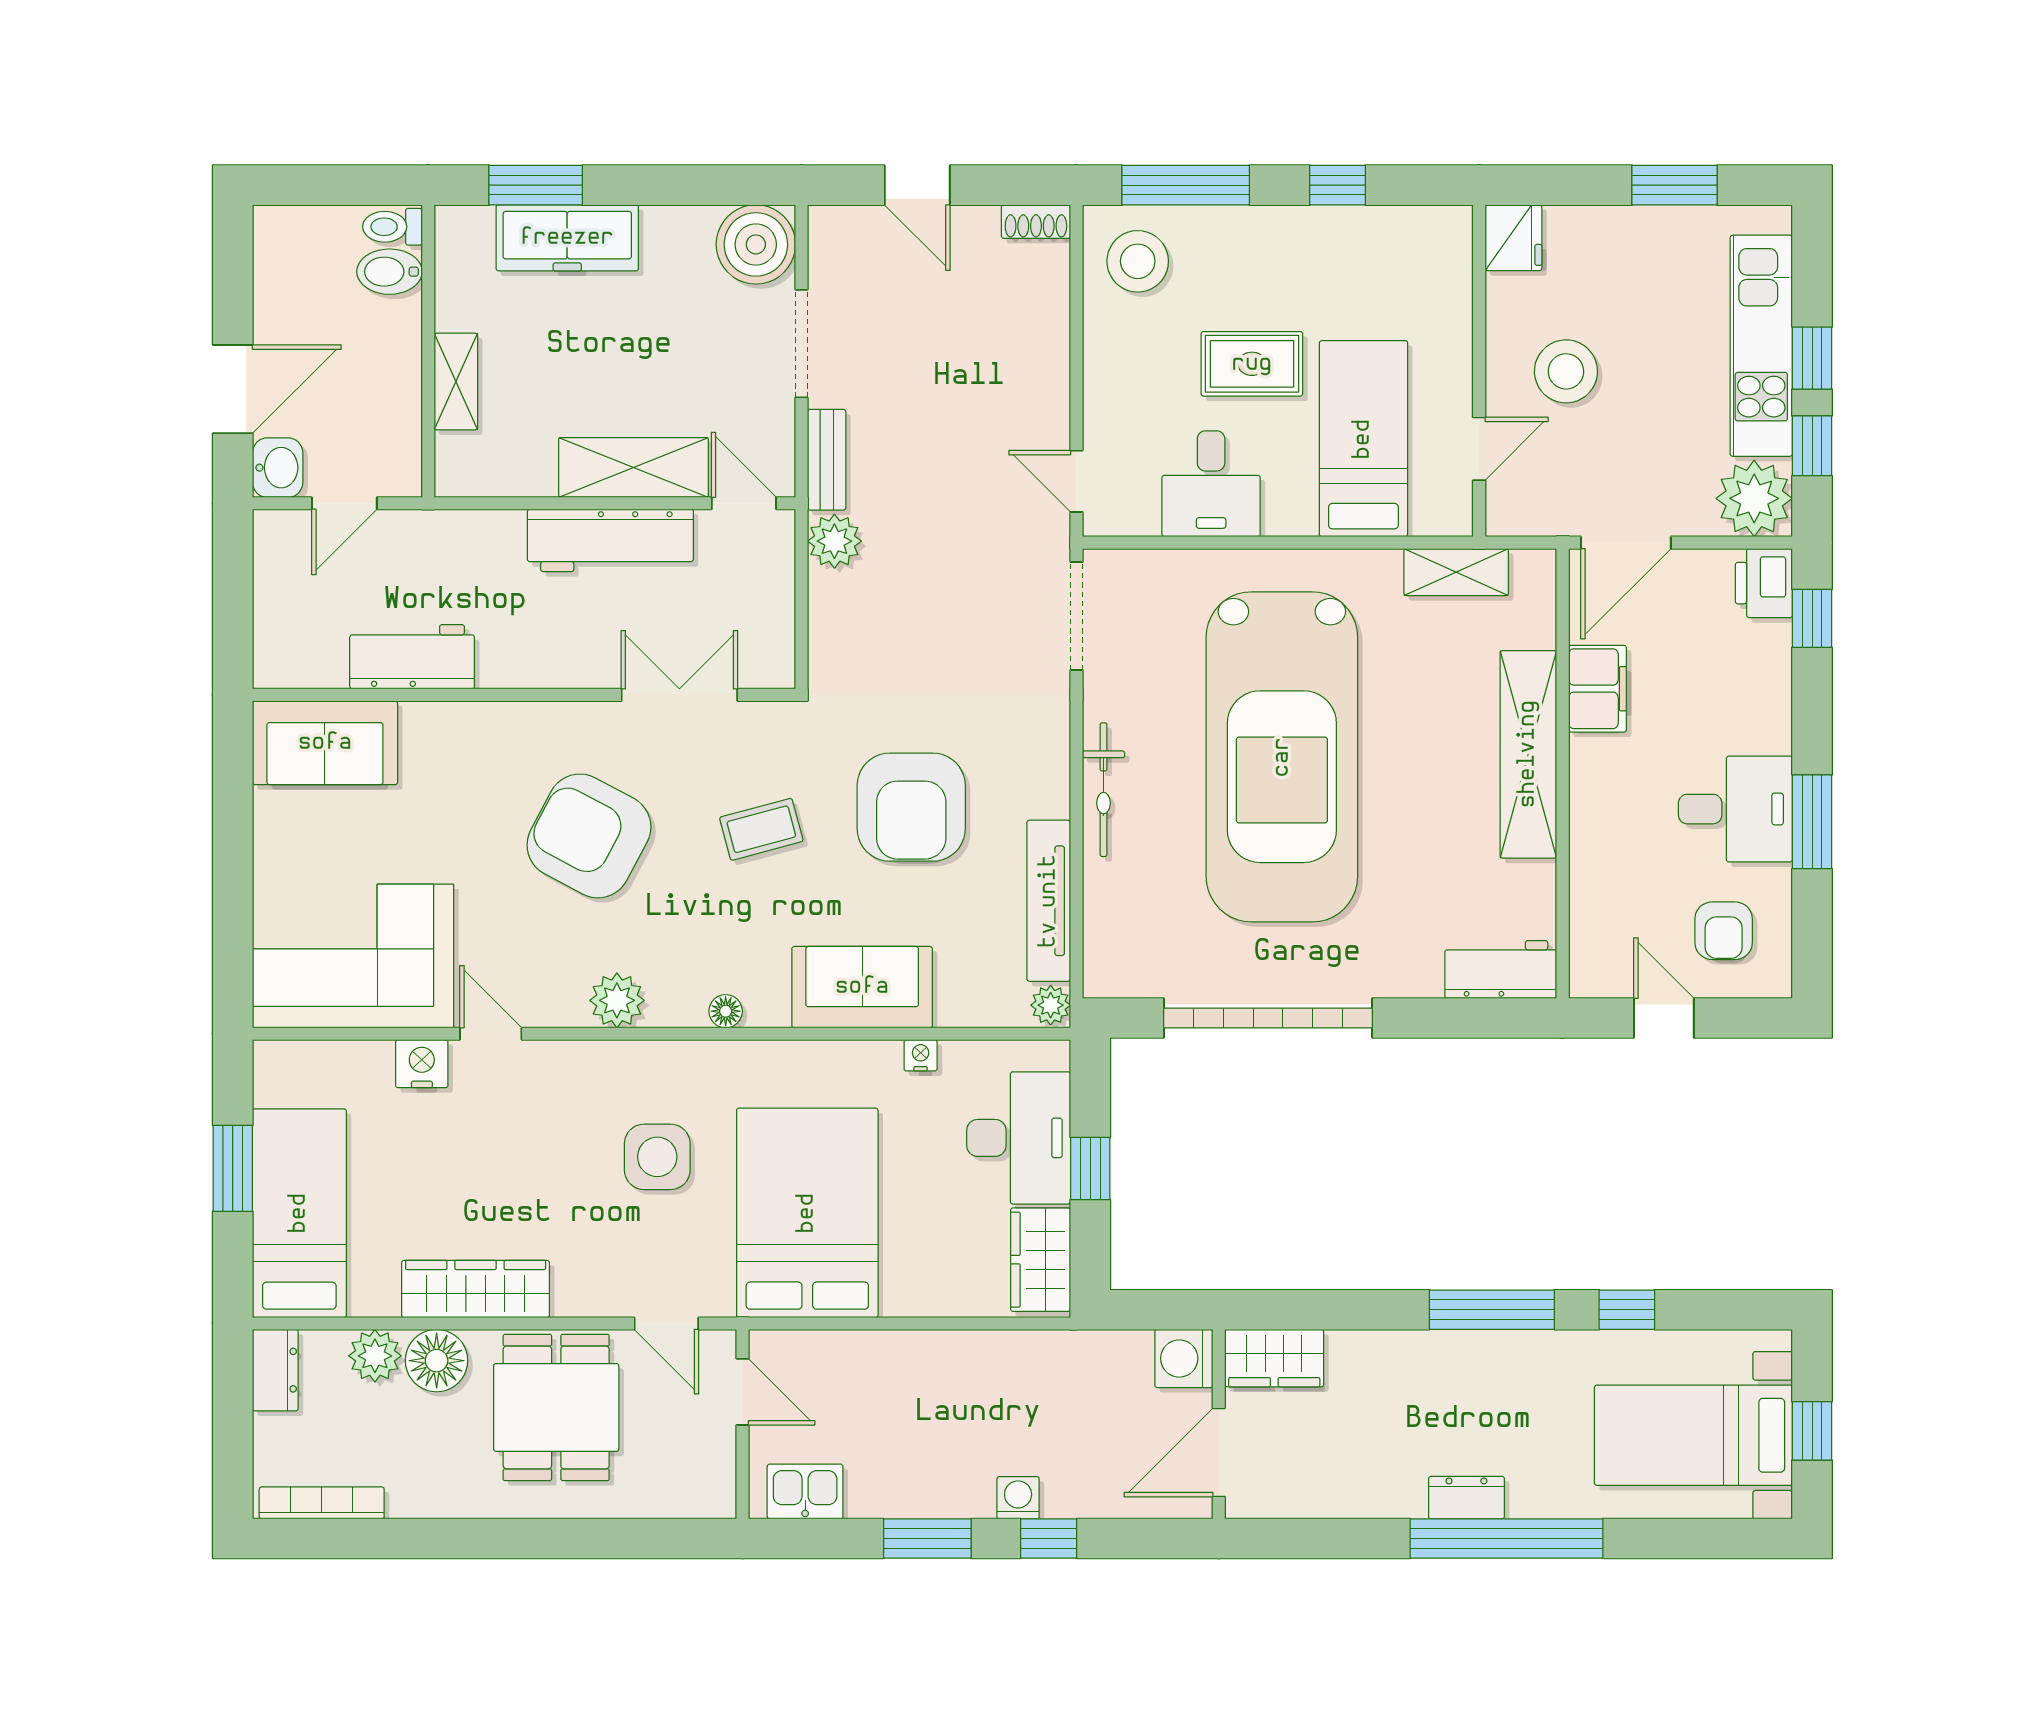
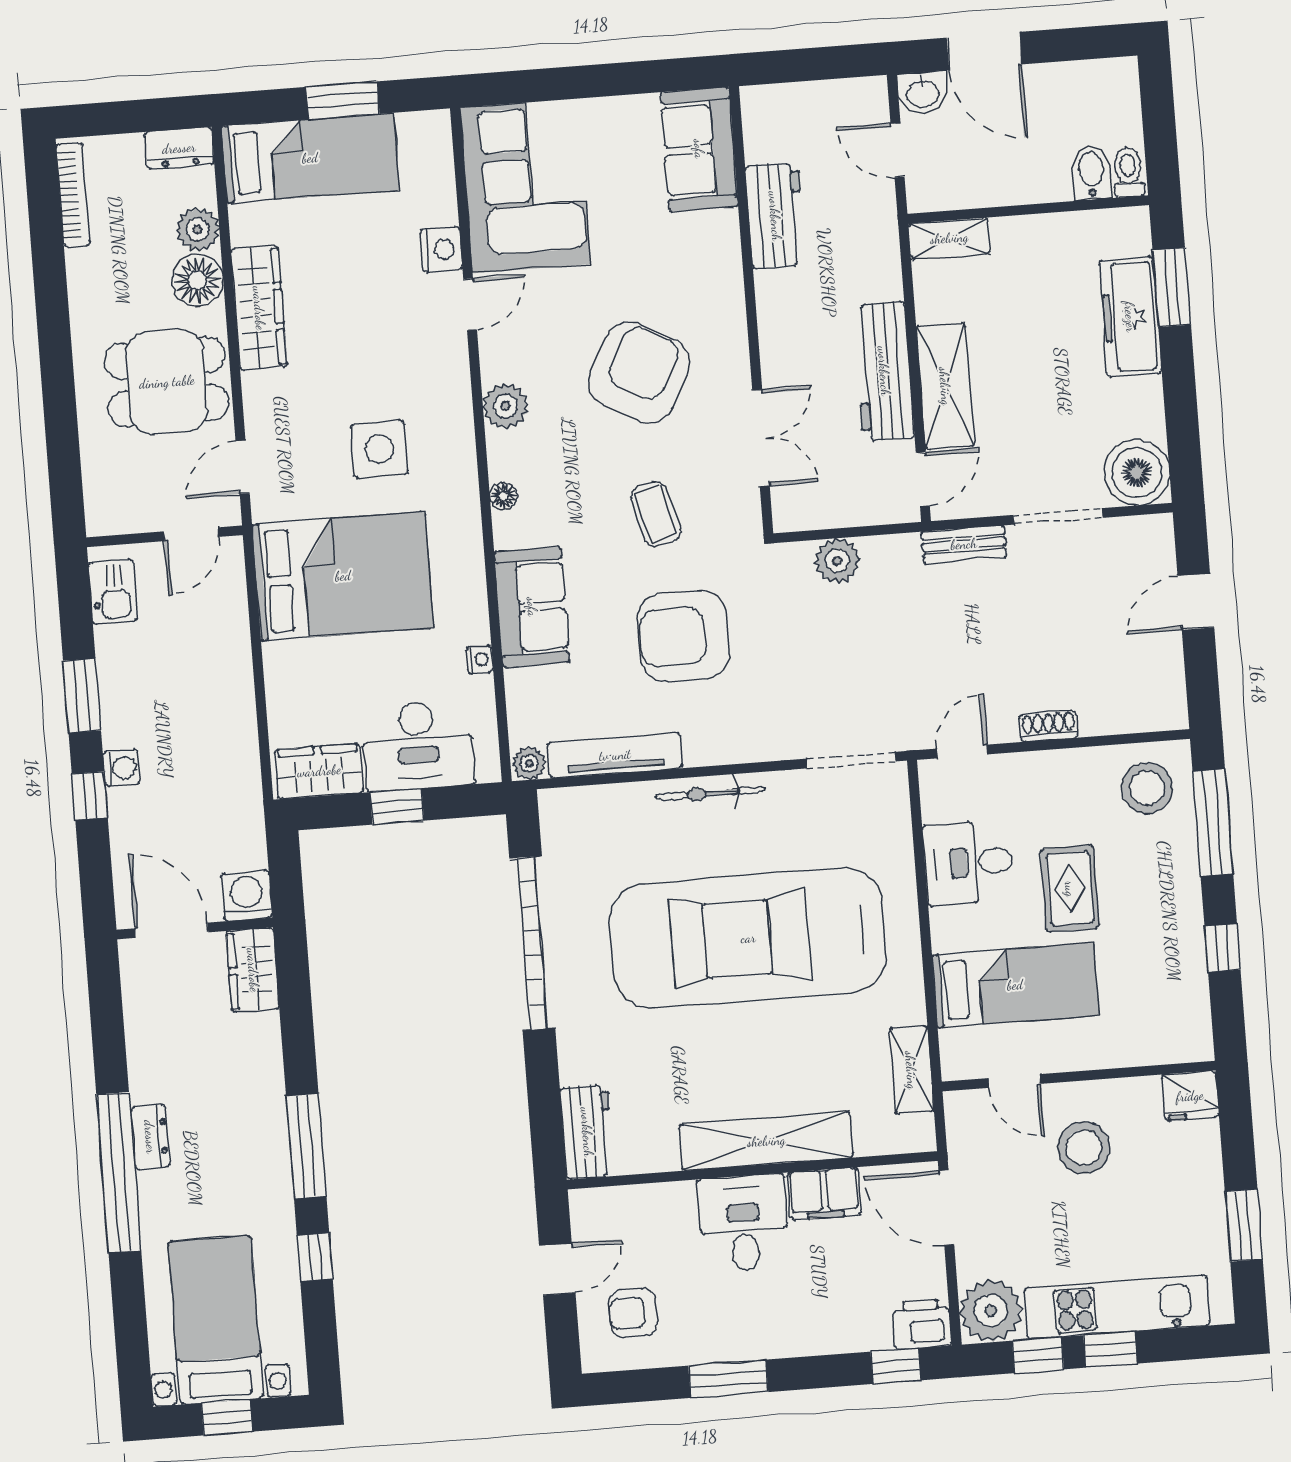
shoe rack: (1036, 222) -> (1048, 726), moved, turned 90
shelving: (456, 382) -> (949, 238), moved
plant: (834, 541) -> (837, 561), moved
desk: (1735, 809) -> (744, 1223), moved, turned 180

